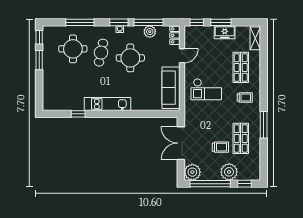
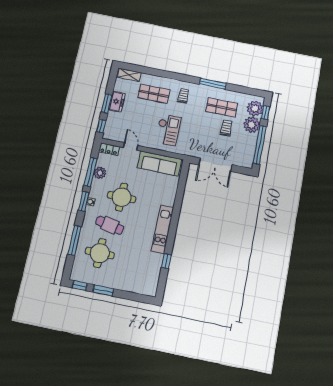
plant: (192, 172) -> (255, 108), moved

